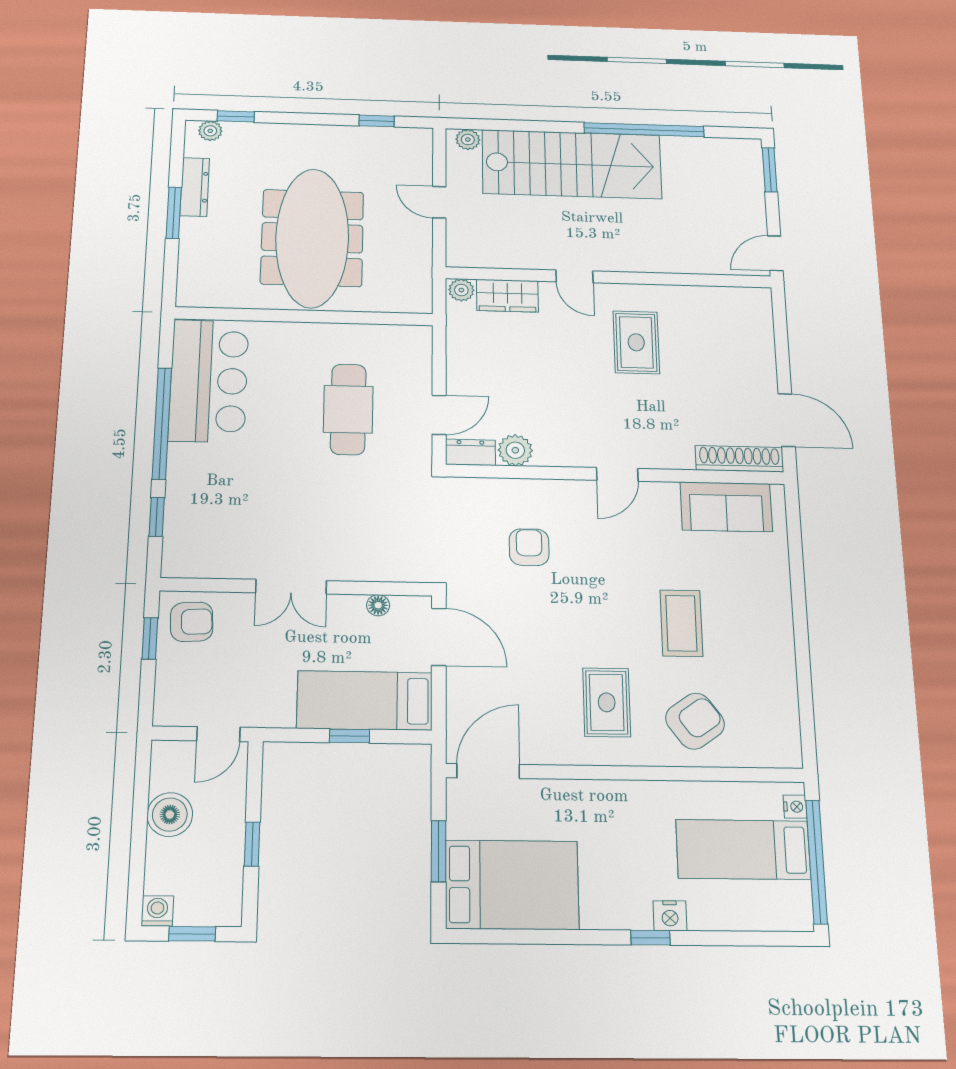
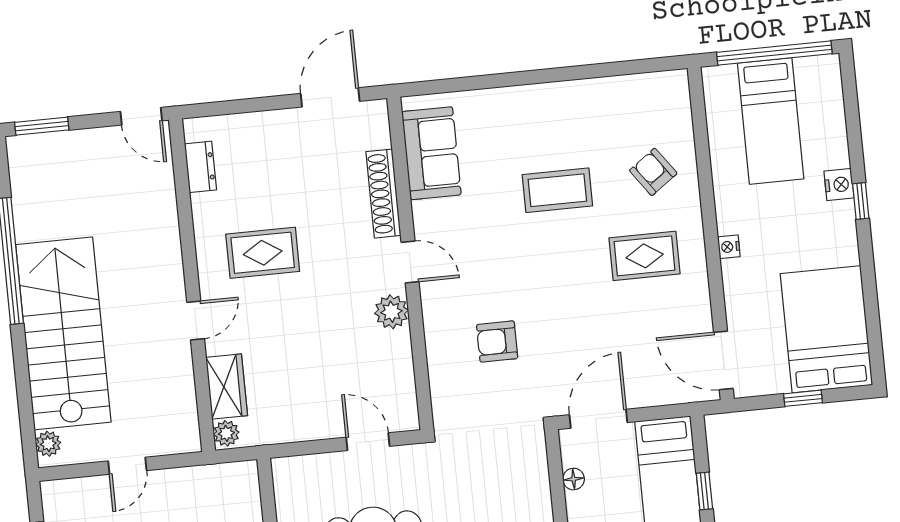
plant: (515, 450) -> (391, 312), moved
dresser: (470, 452) -> (200, 167), moved, turned 180
shoe rack: (739, 459) -> (383, 194), moved
armchair: (695, 721) -> (653, 172), width x0.72, depth x0.72
nightstand: (795, 807) -> (729, 247), moved, turned -90
window: (439, 851) -> (803, 398), width x0.67

